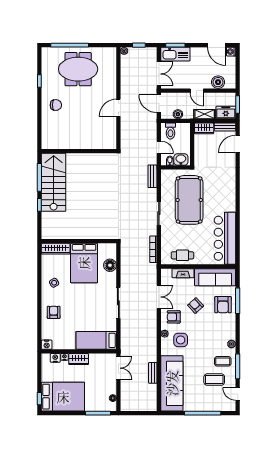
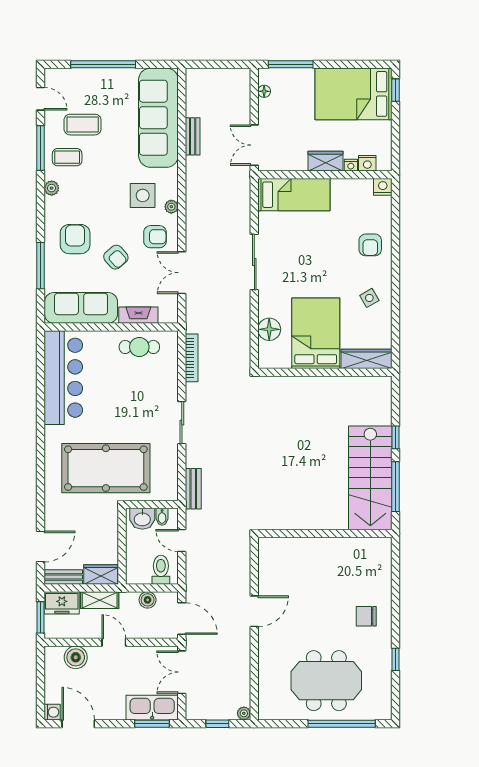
pool table: (189, 200) -> (106, 468), moved, turned 90
armchair: (223, 305) -> (75, 239), moved

